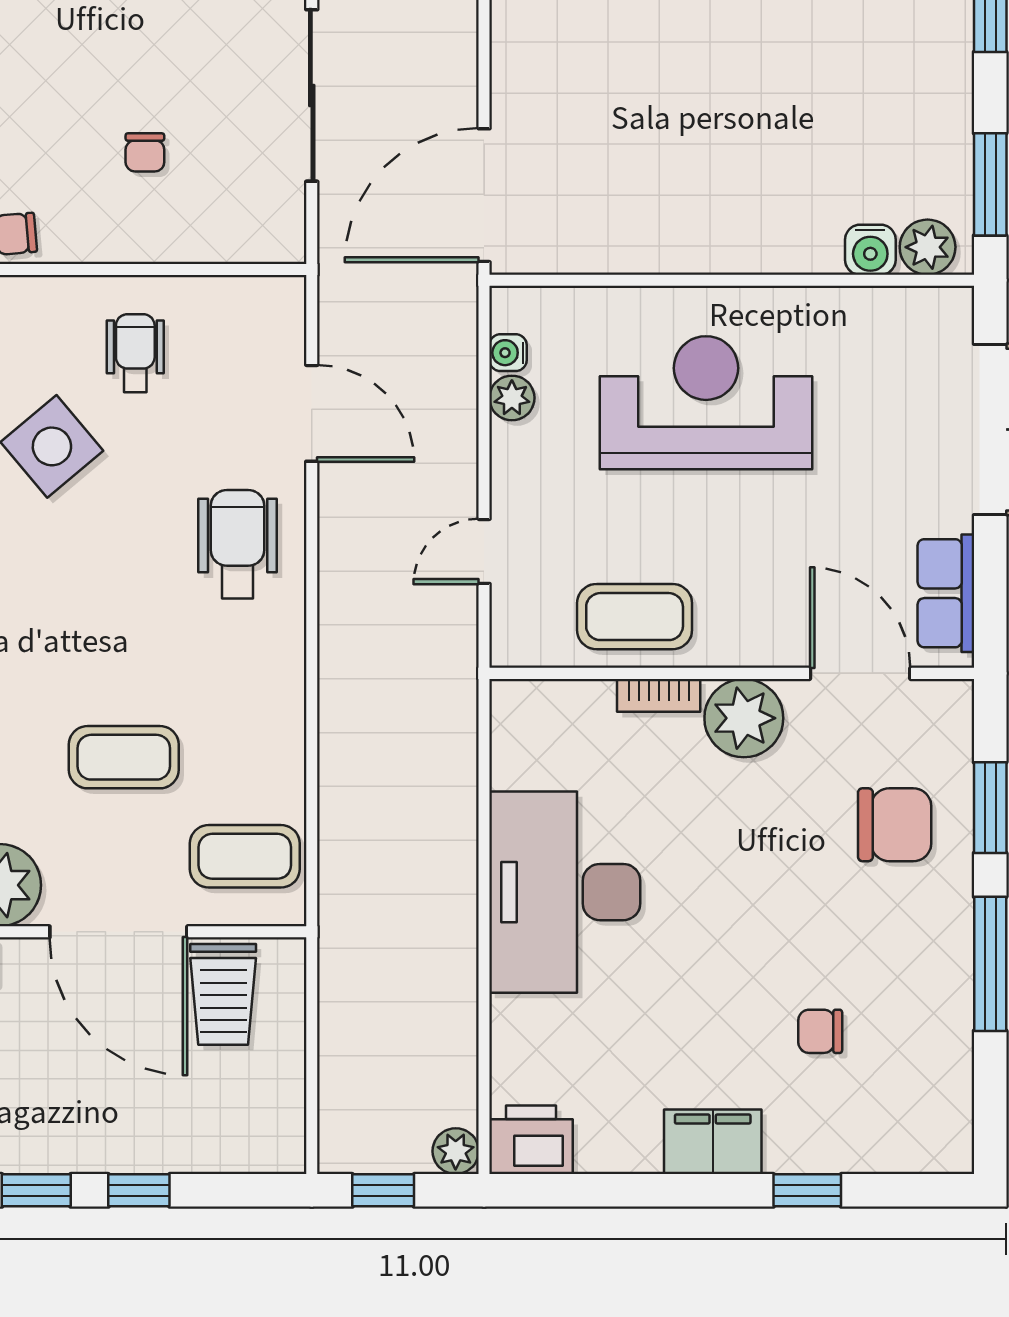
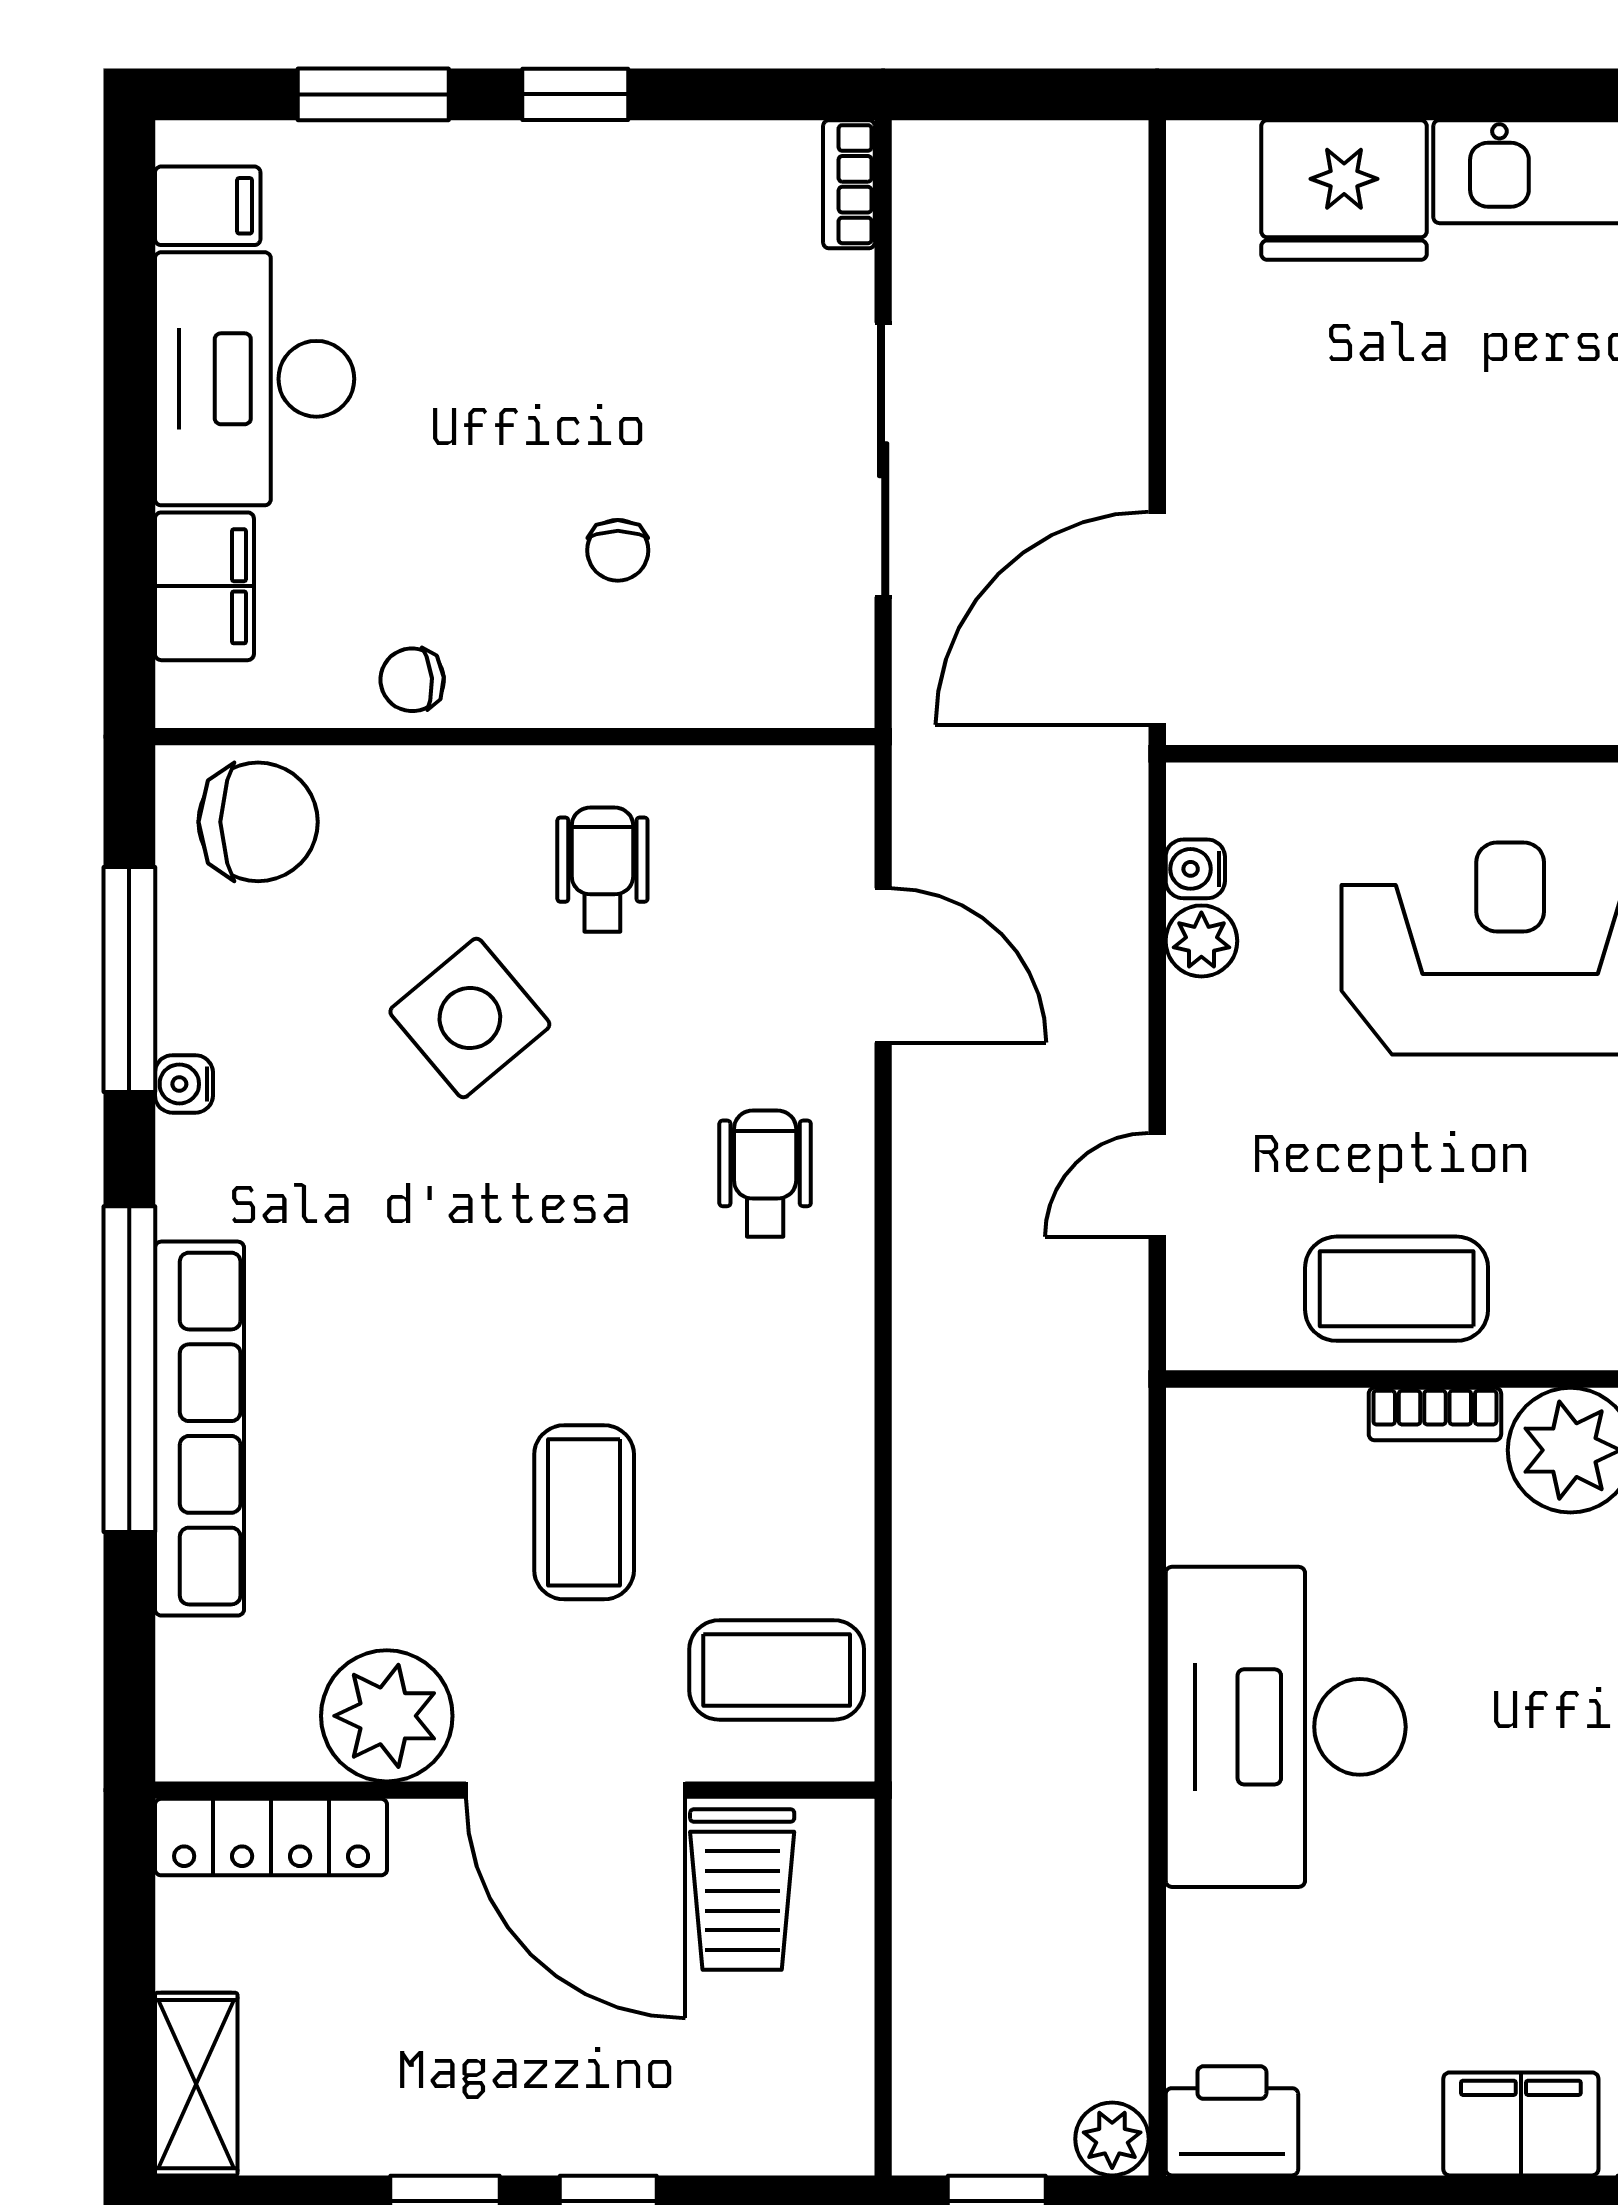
wheelchair: (238, 544) -> (765, 1173), width x0.73, depth x0.73
coffee table: (124, 757) -> (584, 1512), turned 90

